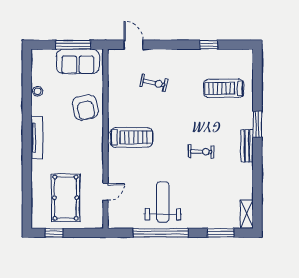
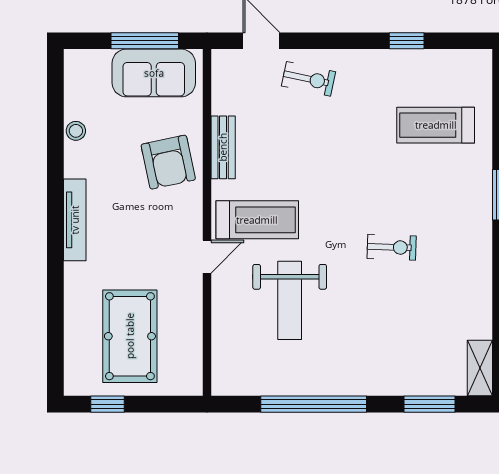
exercise bike: (154, 83) -> (308, 79), moved
bench: (247, 146) -> (223, 147), moved
door: (105, 192) -> (207, 257), moved
weight bench: (163, 202) -> (290, 300), moved, turned 180

